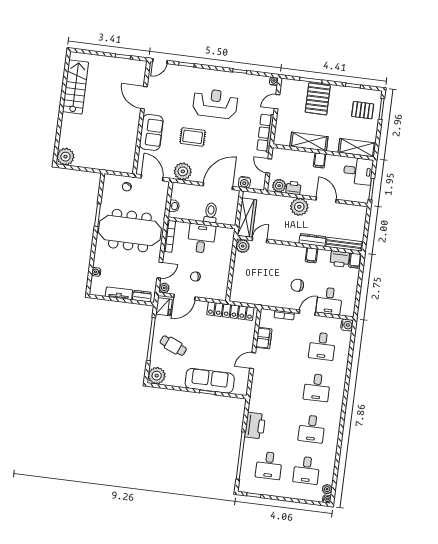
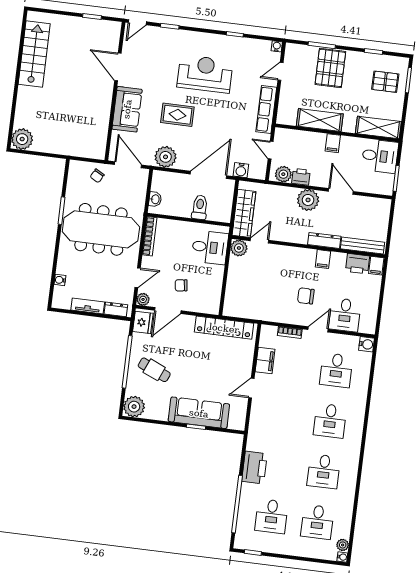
desk: (201, 238) -> (210, 247), moved, turned 90

